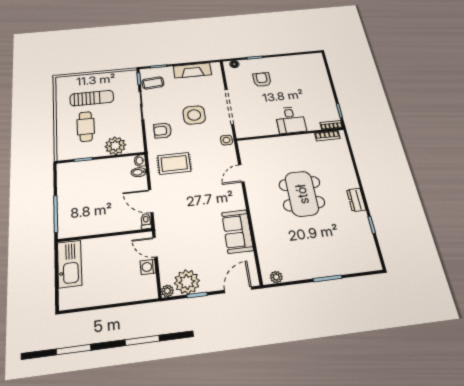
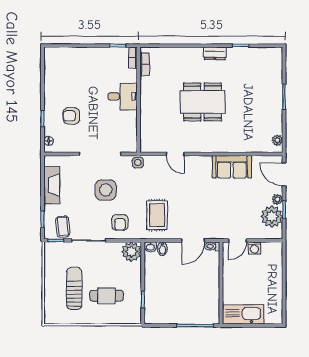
plant: (115, 146) -> (131, 252), moved
plant: (167, 291) -> (277, 199), moved

